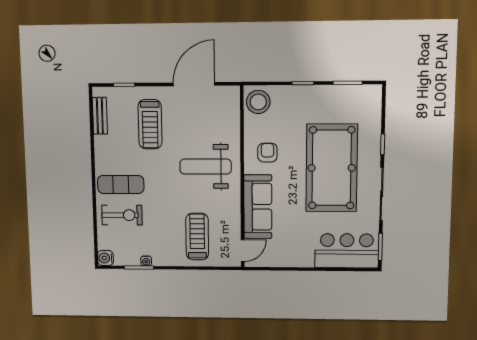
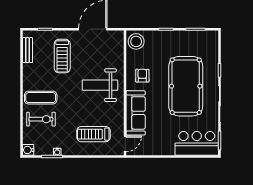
treadmill: (197, 237) -> (94, 134), turned -90

